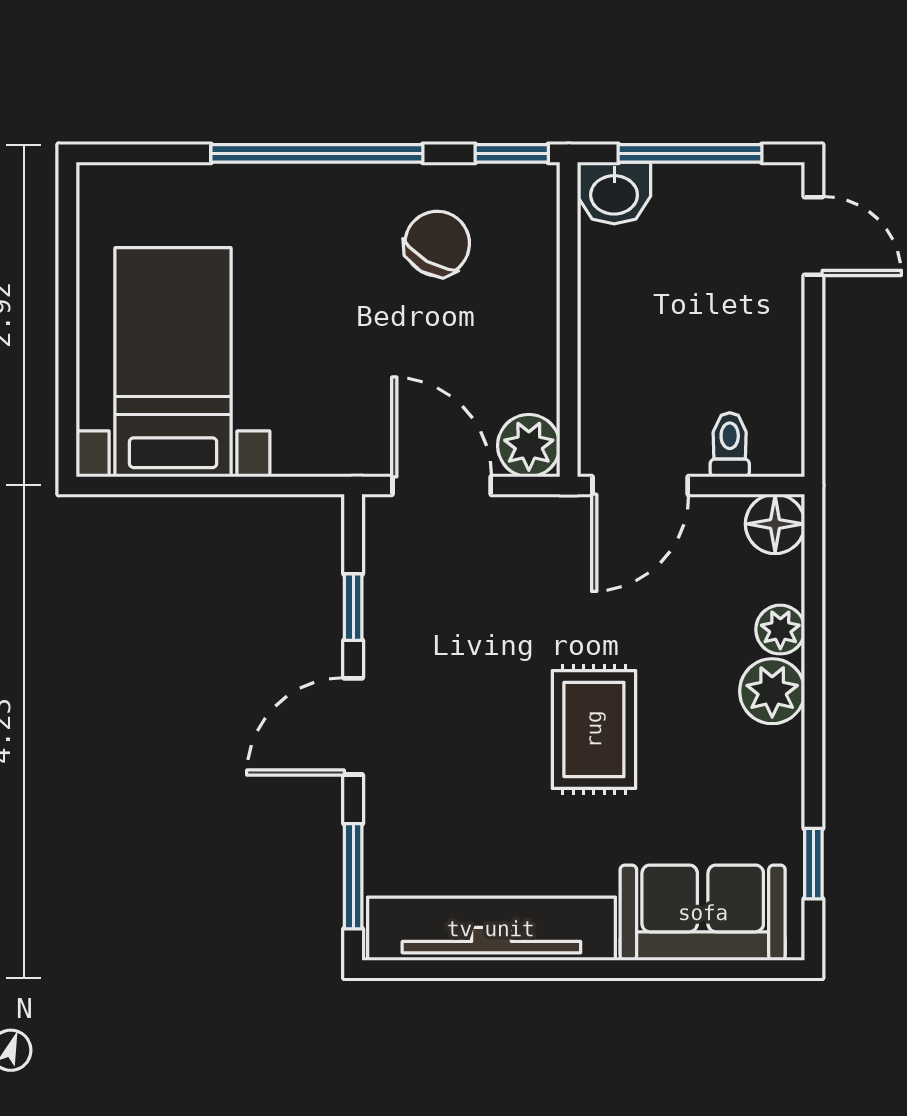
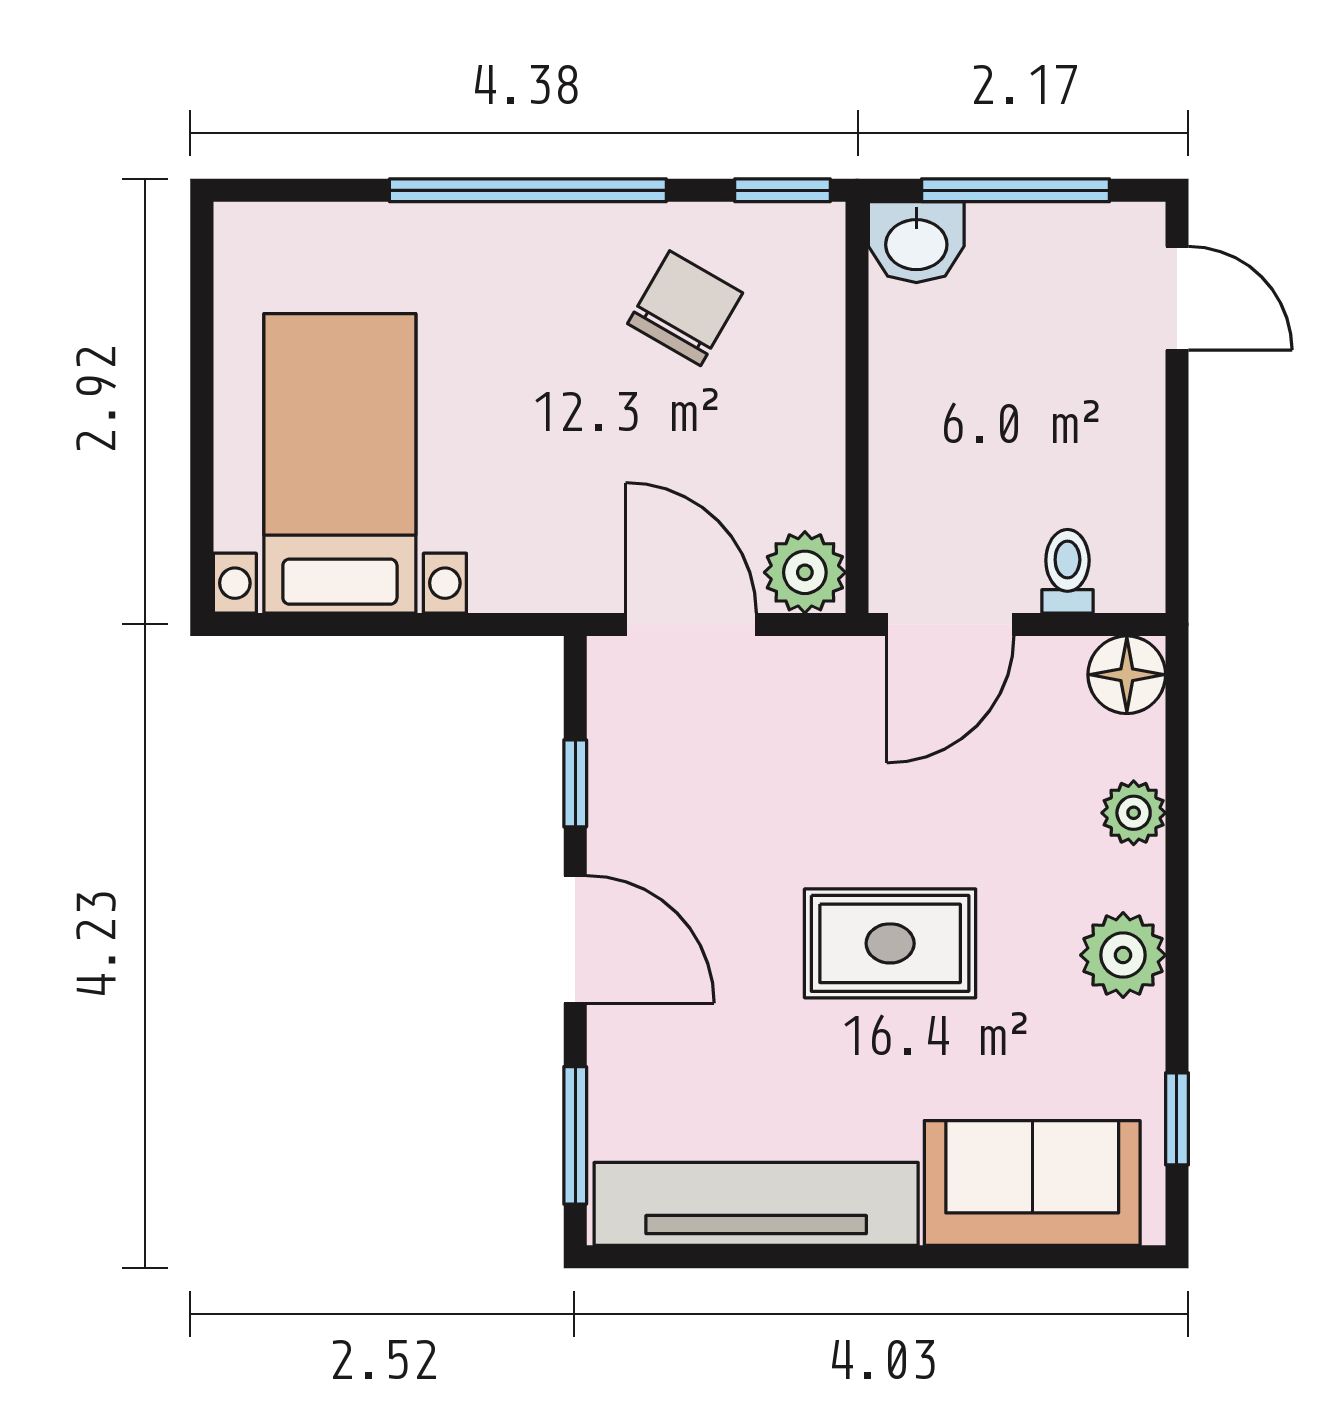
plant: (772, 691) -> (1123, 955), moved
door: (353, 726) -> (575, 939), swing flipped
rug: (594, 729) -> (890, 943), turned 90

